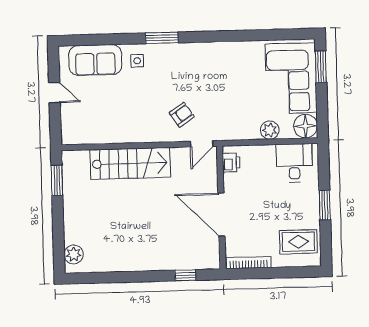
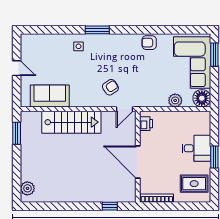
armchair: (232, 53) -> (149, 43), added
sofa: (95, 60) -> (50, 96), moved, turned 180
desk: (294, 163) -> (196, 148), moved, turned 90

